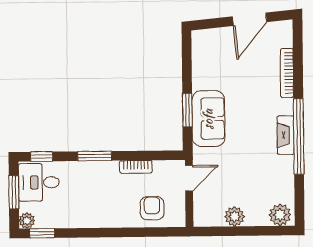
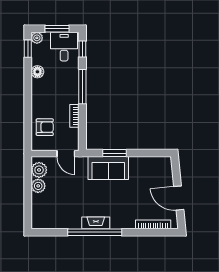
bookcase: (287, 73) -> (153, 224), moved
window: (95, 156) -> (82, 87), width x1.44
plant: (280, 215) -> (39, 170), moved
floor lamp: (74, 219) -> (37, 72), added

